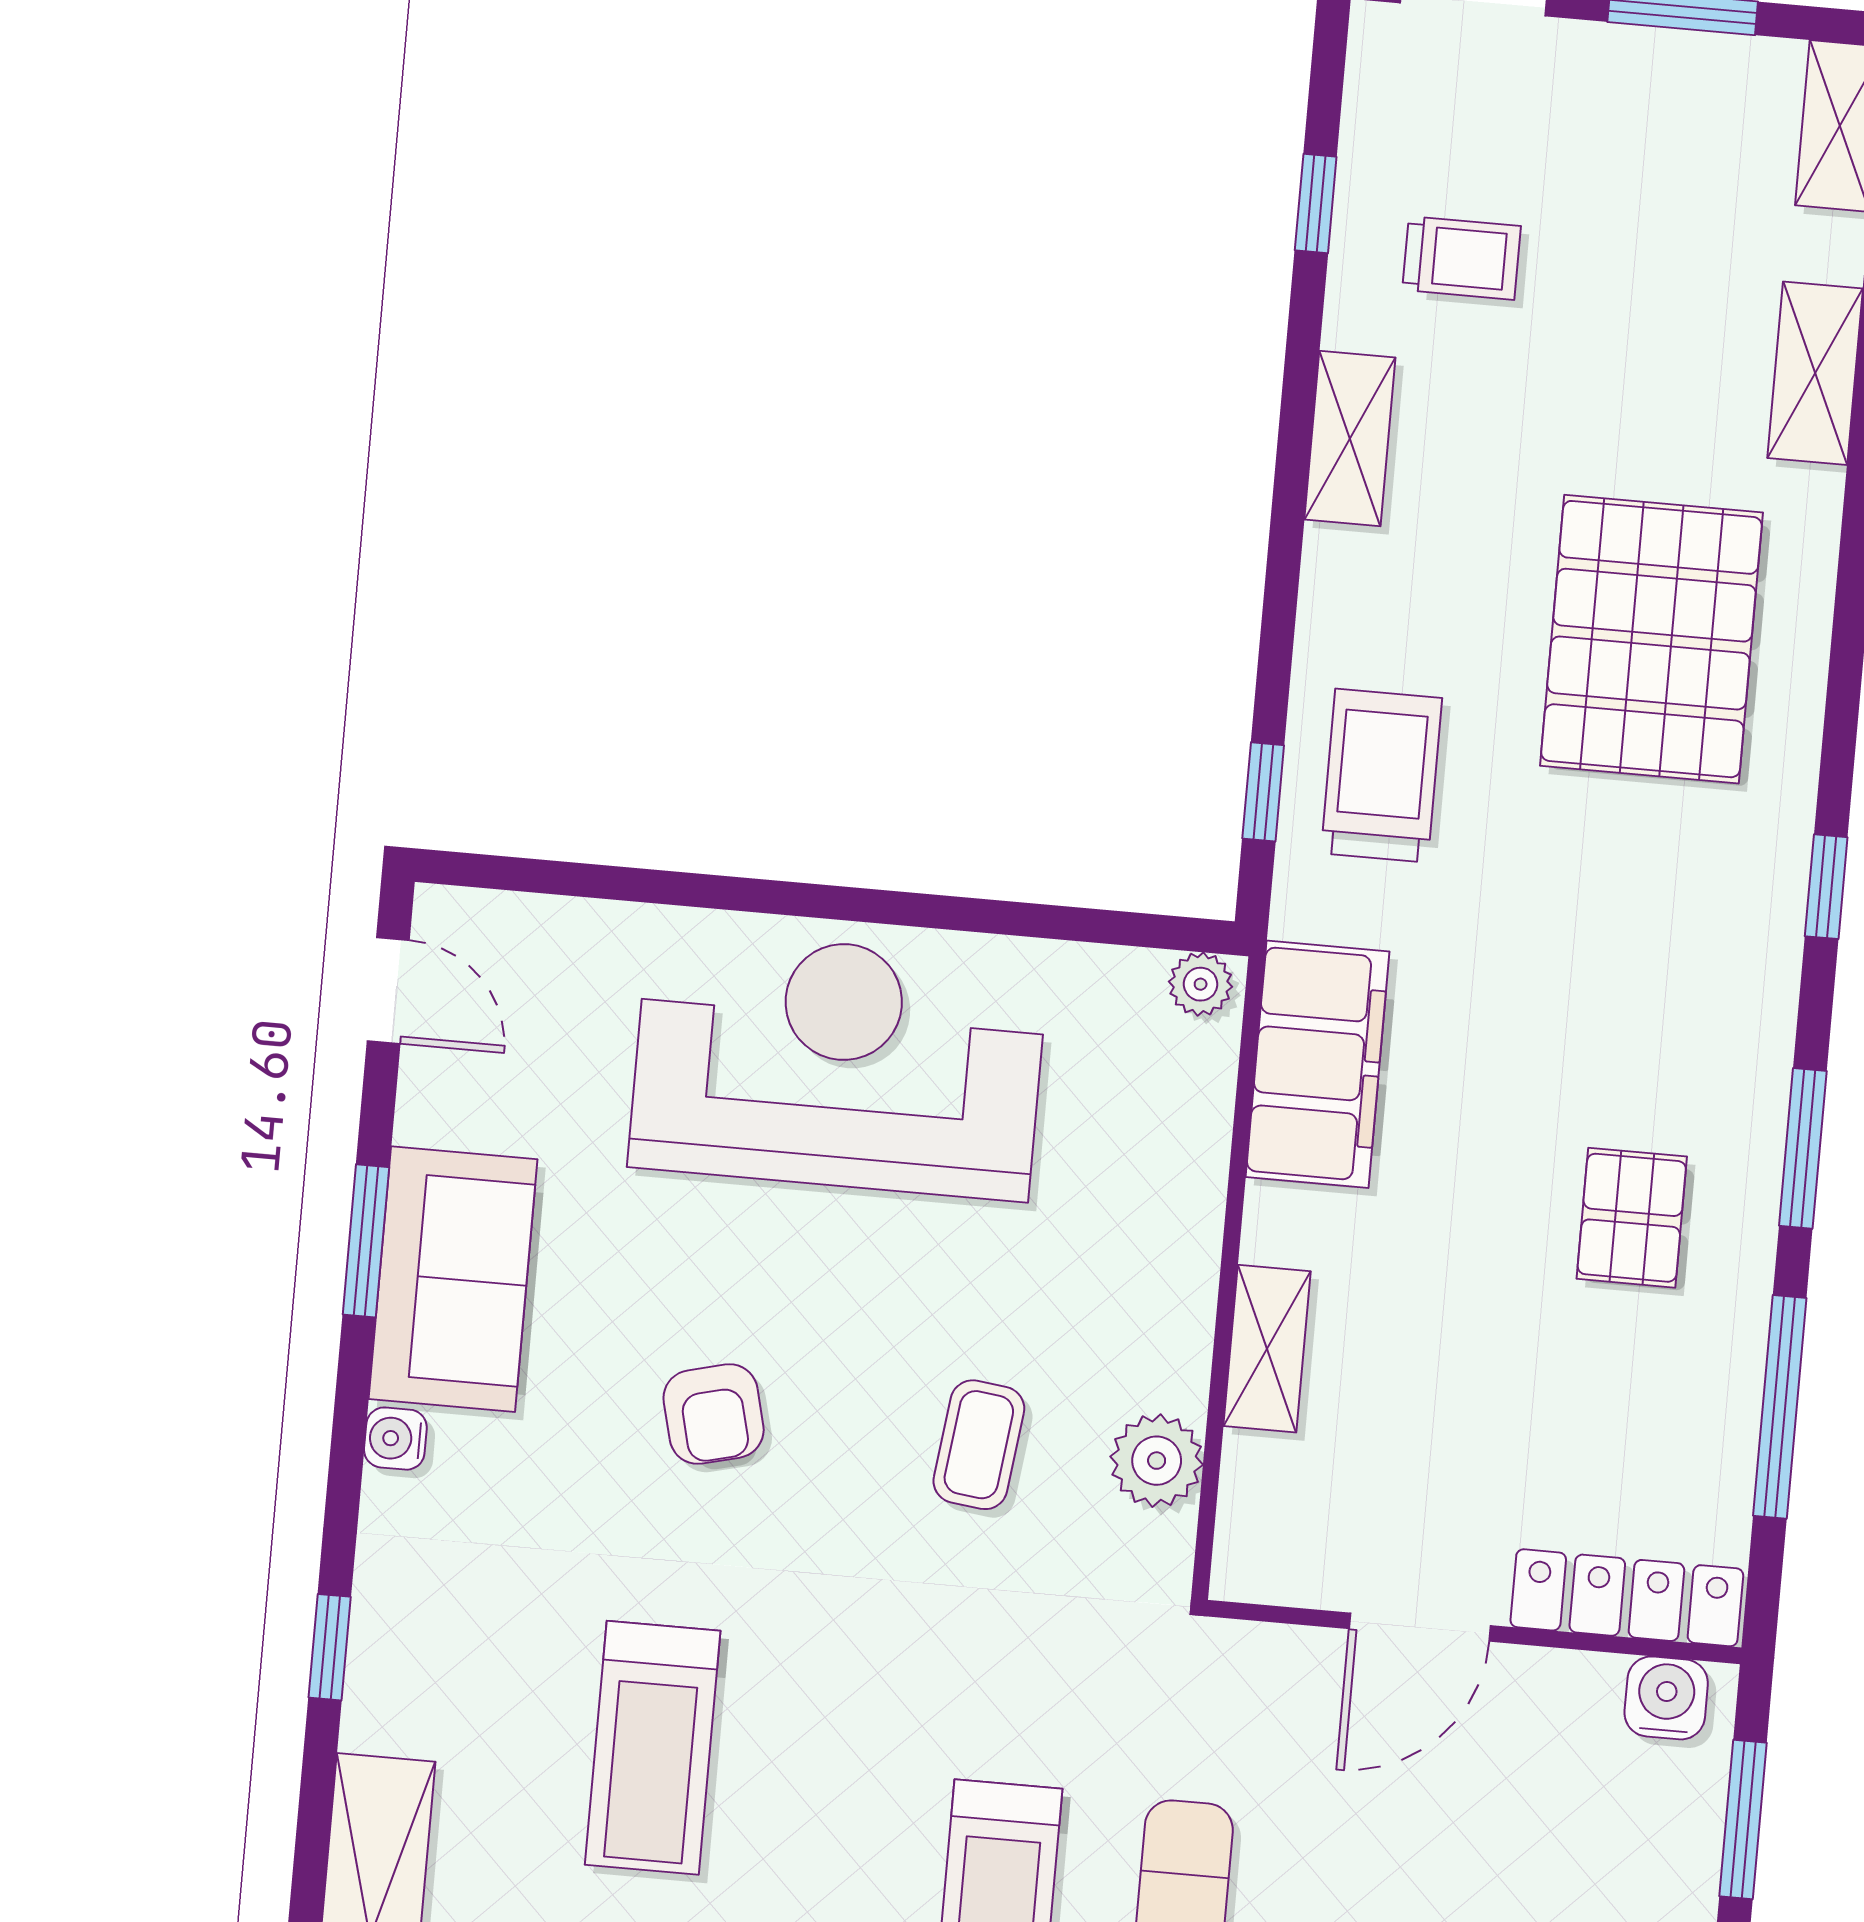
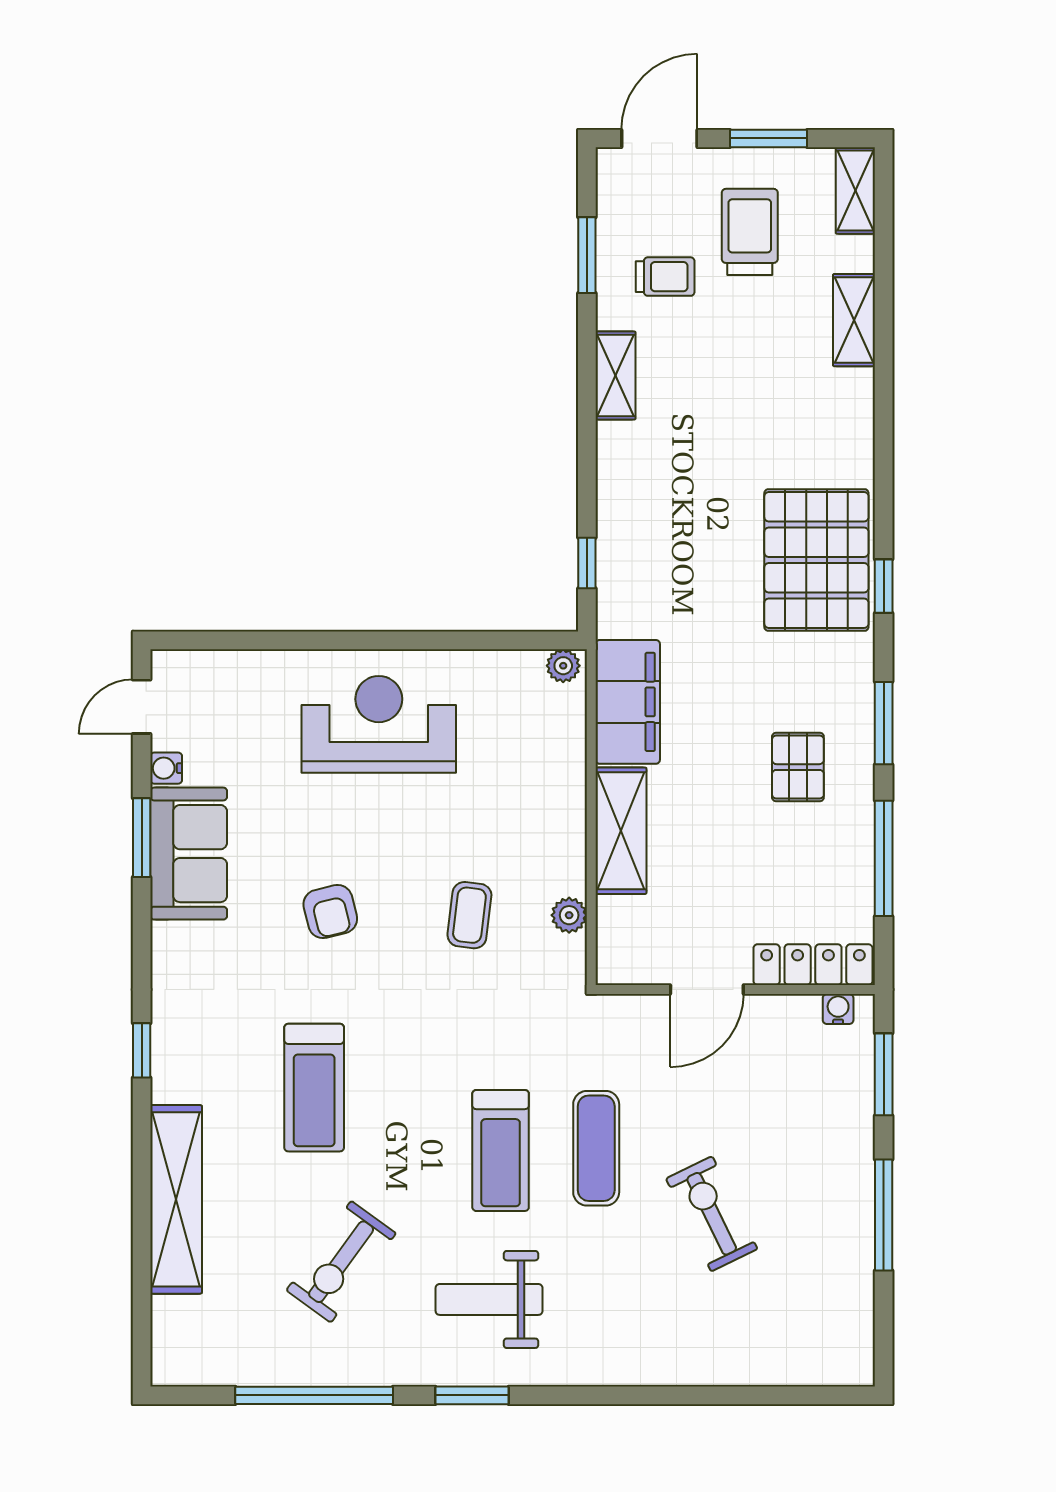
window: (1316, 203) -> (587, 255), width x1.50
pallet: (1651, 639) -> (816, 560), moved
trolley: (1381, 776) -> (750, 232), moved
door: (388, 991) -> (142, 707), swing flipped
reception desk: (838, 1065) -> (379, 724), width x0.74, depth x0.77
shelving: (1267, 1349) -> (621, 831), width x1.50, depth x1.33
water cooler: (395, 1439) -> (166, 768), moved
plant: (1157, 1461) -> (569, 915), width x0.73, depth x0.73
water cooler: (1666, 1698) -> (838, 1009), width x0.72, depth x0.72

